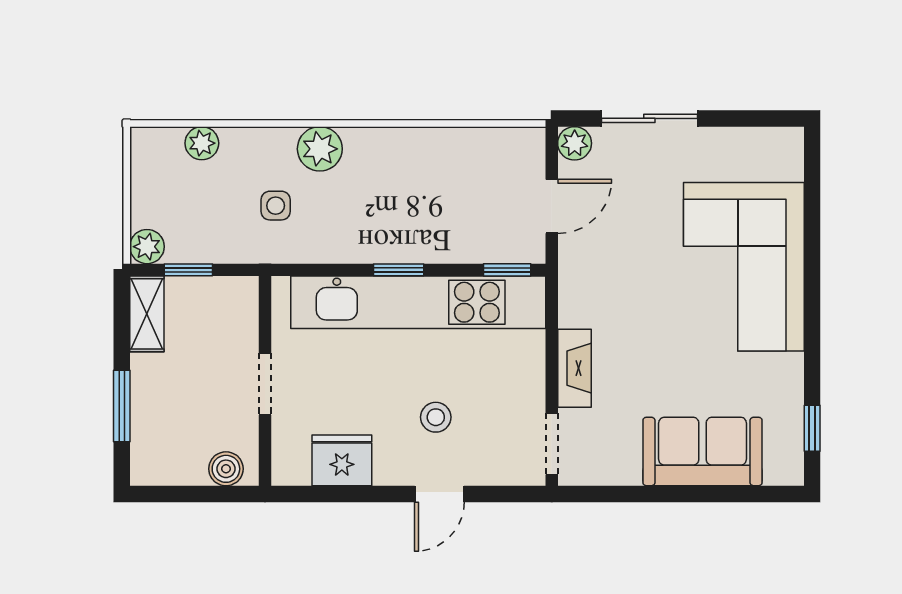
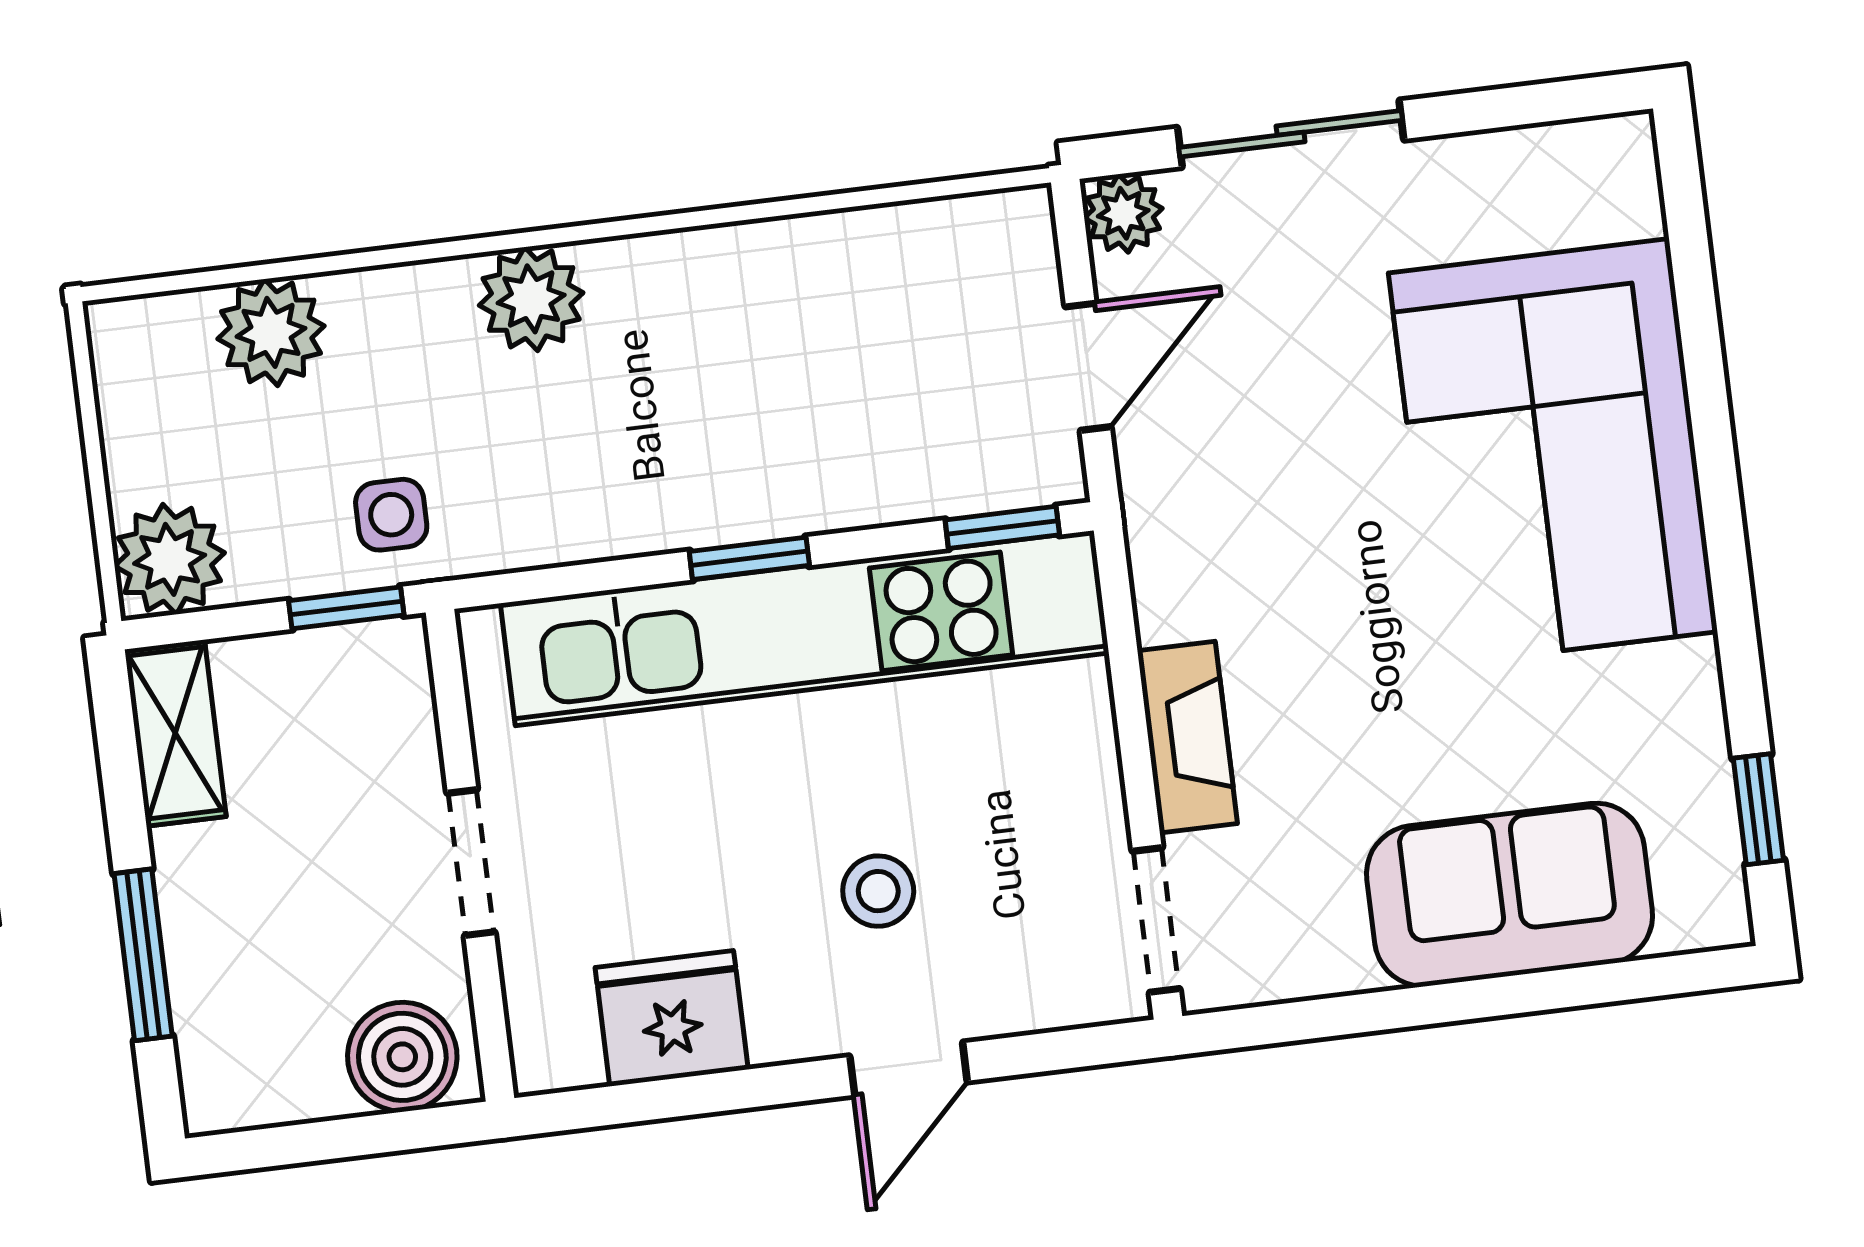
plant: (202, 143) -> (271, 332), width x1.38, depth x1.38
side table: (276, 206) -> (391, 515), moved
plant: (147, 247) -> (170, 559), width x1.38, depth x1.38
window: (188, 270) -> (346, 608), moved
boiler: (226, 469) -> (402, 1057), width x1.36, depth x1.36

